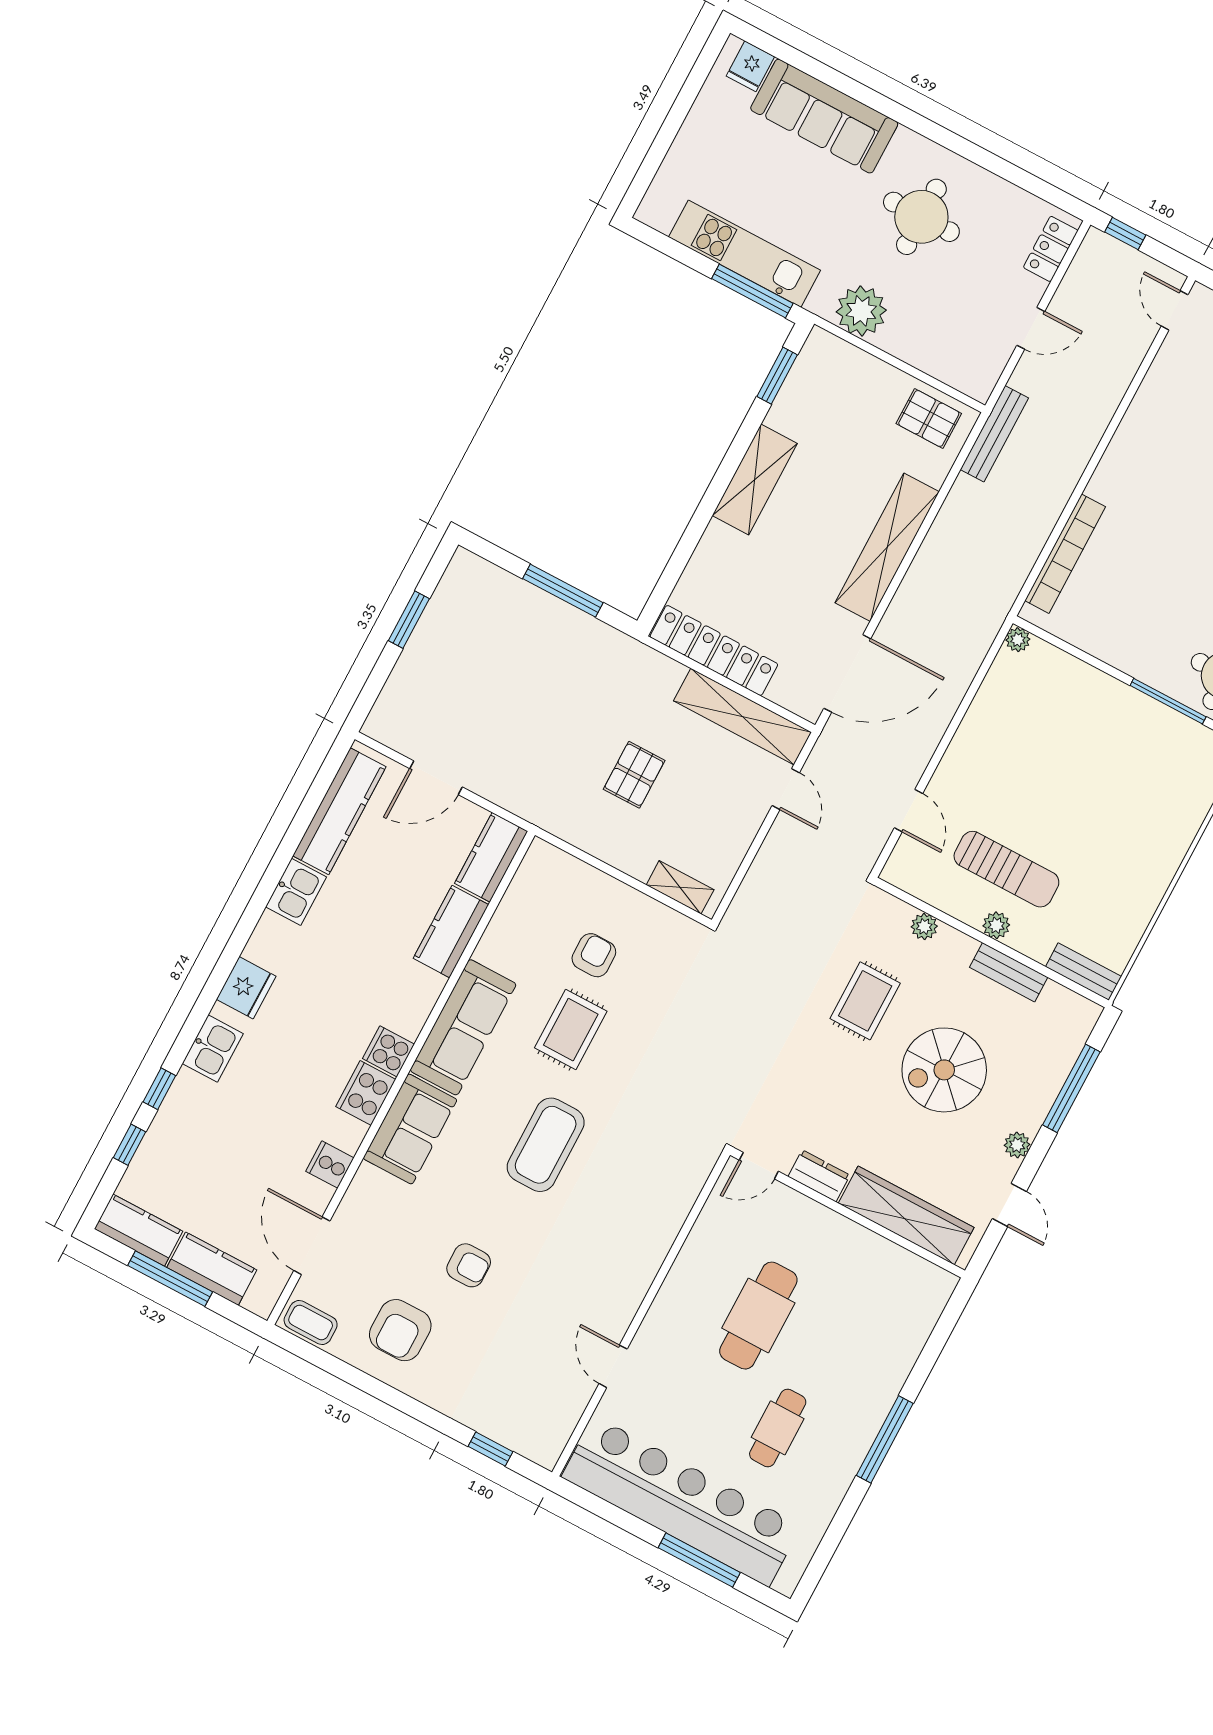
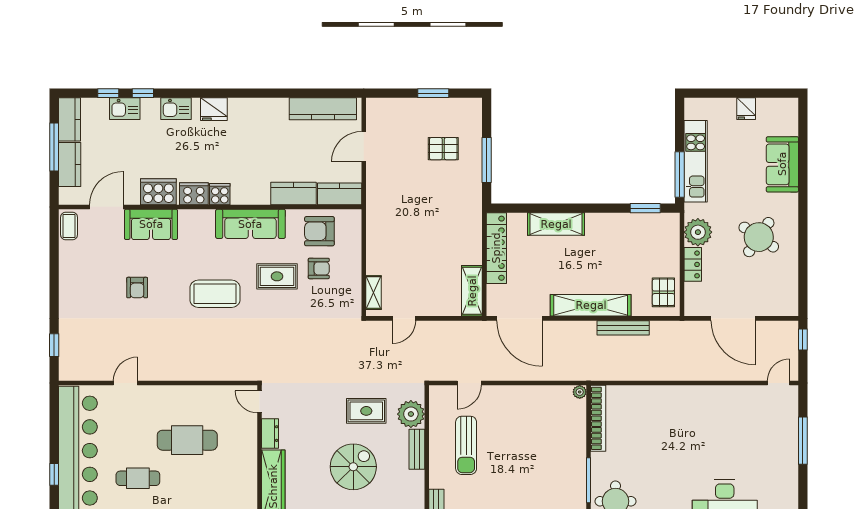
fridge: (750, 66) -> (746, 109), moved, turned -90
sofa: (824, 116) -> (782, 164), width x0.73
round table: (921, 217) -> (759, 237), turned 34
locker: (1051, 249) -> (693, 264), moved, turned 90
door: (1031, 328) -> (733, 318), width x1.87
bench: (994, 434) -> (623, 328), moved
shelving: (755, 480) -> (556, 224), moved
bookcase: (1065, 554) -> (598, 418), moved, turned -90
shelving: (742, 717) -> (472, 291), width x0.68
pallet: (634, 775) -> (443, 149), moved
door: (436, 778) -> (364, 147), hinge flipped
door: (786, 789) -> (404, 318), moved
kitchen sink: (296, 892) -> (125, 109), moved
plant: (996, 925) -> (436, 455), removed
plant: (924, 927) -> (411, 414), width x1.88, depth x1.88
bench: (1009, 972) -> (417, 449), moved
spiral stairs: (944, 1070) -> (353, 467), turned 90
sofa: (410, 1129) -> (151, 224), moved
cooker: (330, 1165) -> (158, 192), width x1.87, depth x1.31
armchair: (400, 1330) -> (319, 231), moved
window: (699, 1560) -> (54, 474), width x0.46

